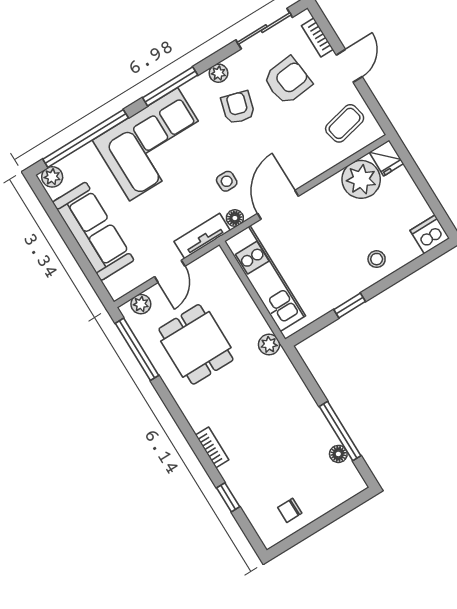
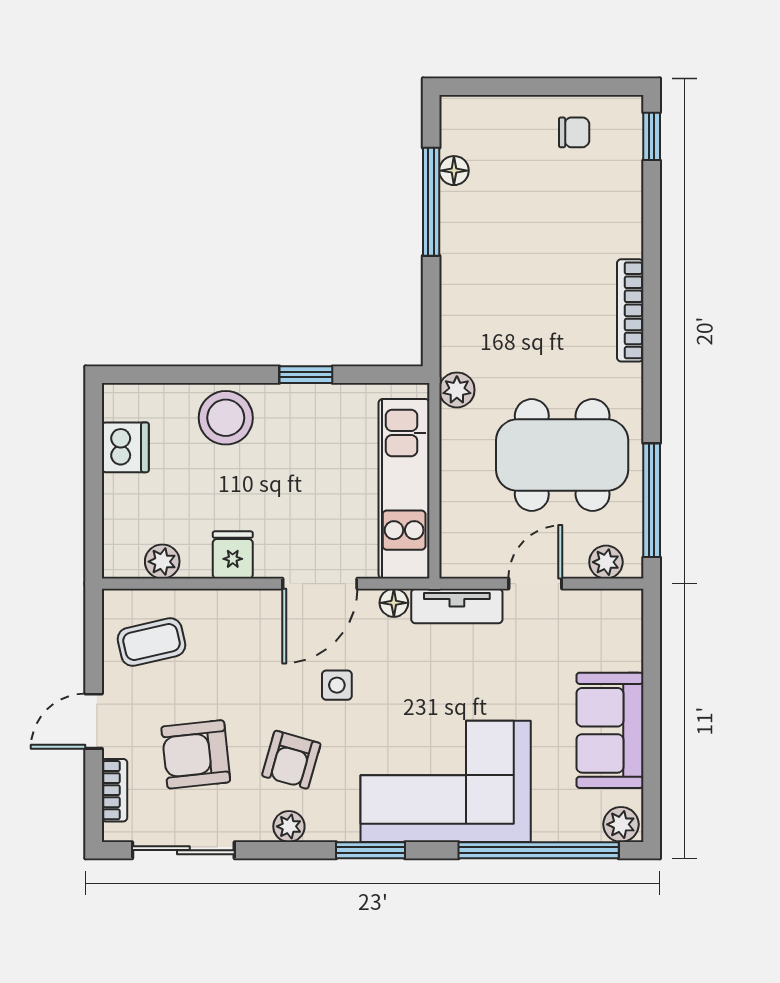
window: (170, 86) -> (370, 850), width x0.69
fridge: (386, 158) -> (233, 555), moved
plant: (361, 179) -> (162, 562), width x0.53, depth x0.53
side table: (227, 181) -> (337, 685), moved
sofa: (93, 231) -> (610, 730), width x0.73
dishwasher: (430, 234) -> (125, 447), moved, turned -90
stool: (377, 259) -> (226, 418), width x1.89, depth x1.89
dining table: (196, 344) -> (562, 455), width x1.38
bookcase: (212, 447) -> (630, 310), width x1.56
window: (228, 497) -> (652, 136), moved

